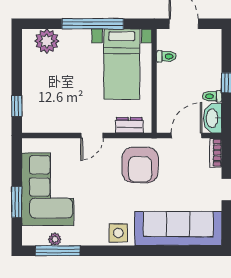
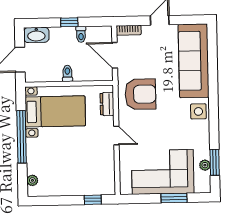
plant: (47, 41) -> (32, 180), width x0.53, depth x0.53
toilet: (166, 56) -> (67, 73), moved
washbasin: (213, 118) -> (36, 35), moved
window: (58, 251) -> (215, 162), width x0.69

